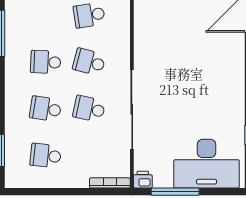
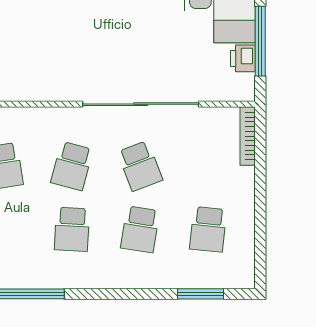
school desk: (89, 109) -> (140, 166), turned -33
printer: (143, 180) -> (243, 58), moved

